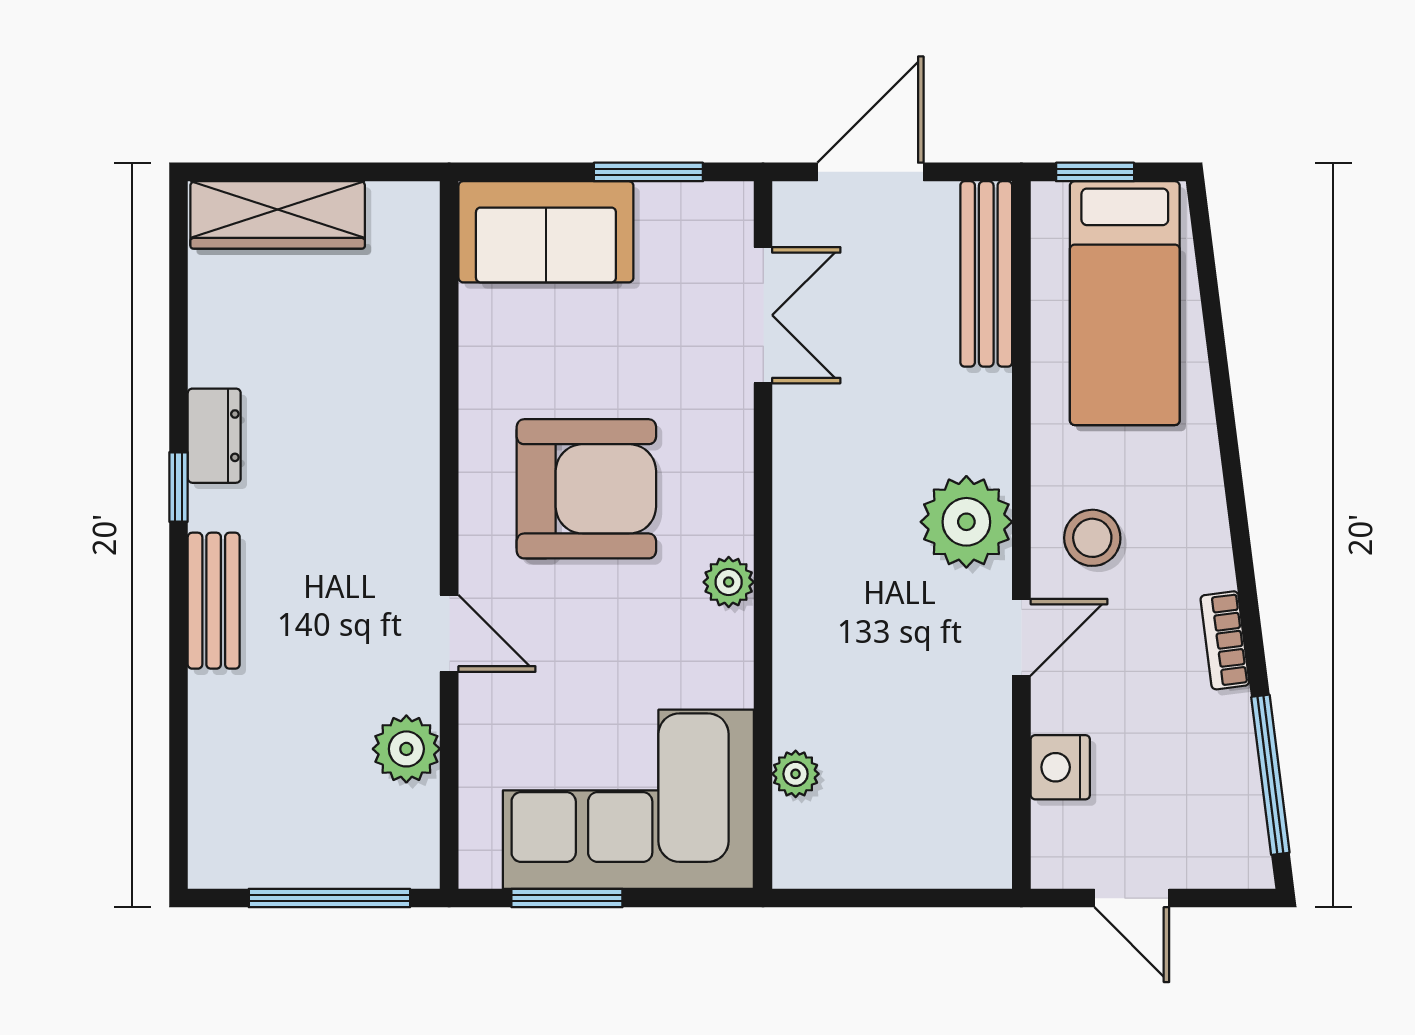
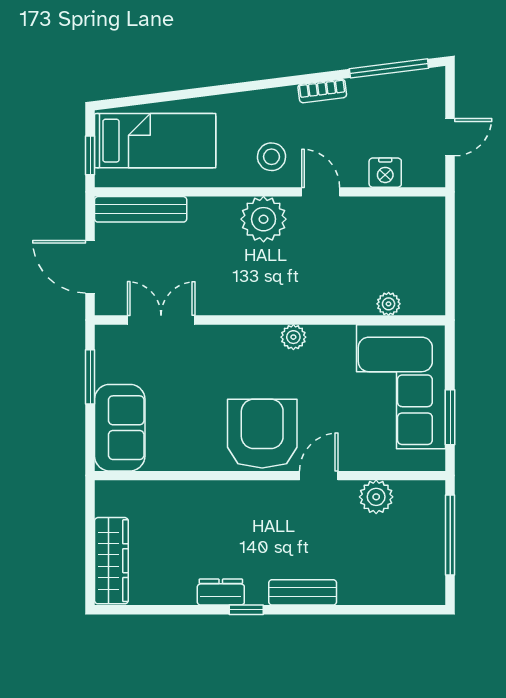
armchair: (586, 489) -> (262, 434), moved

